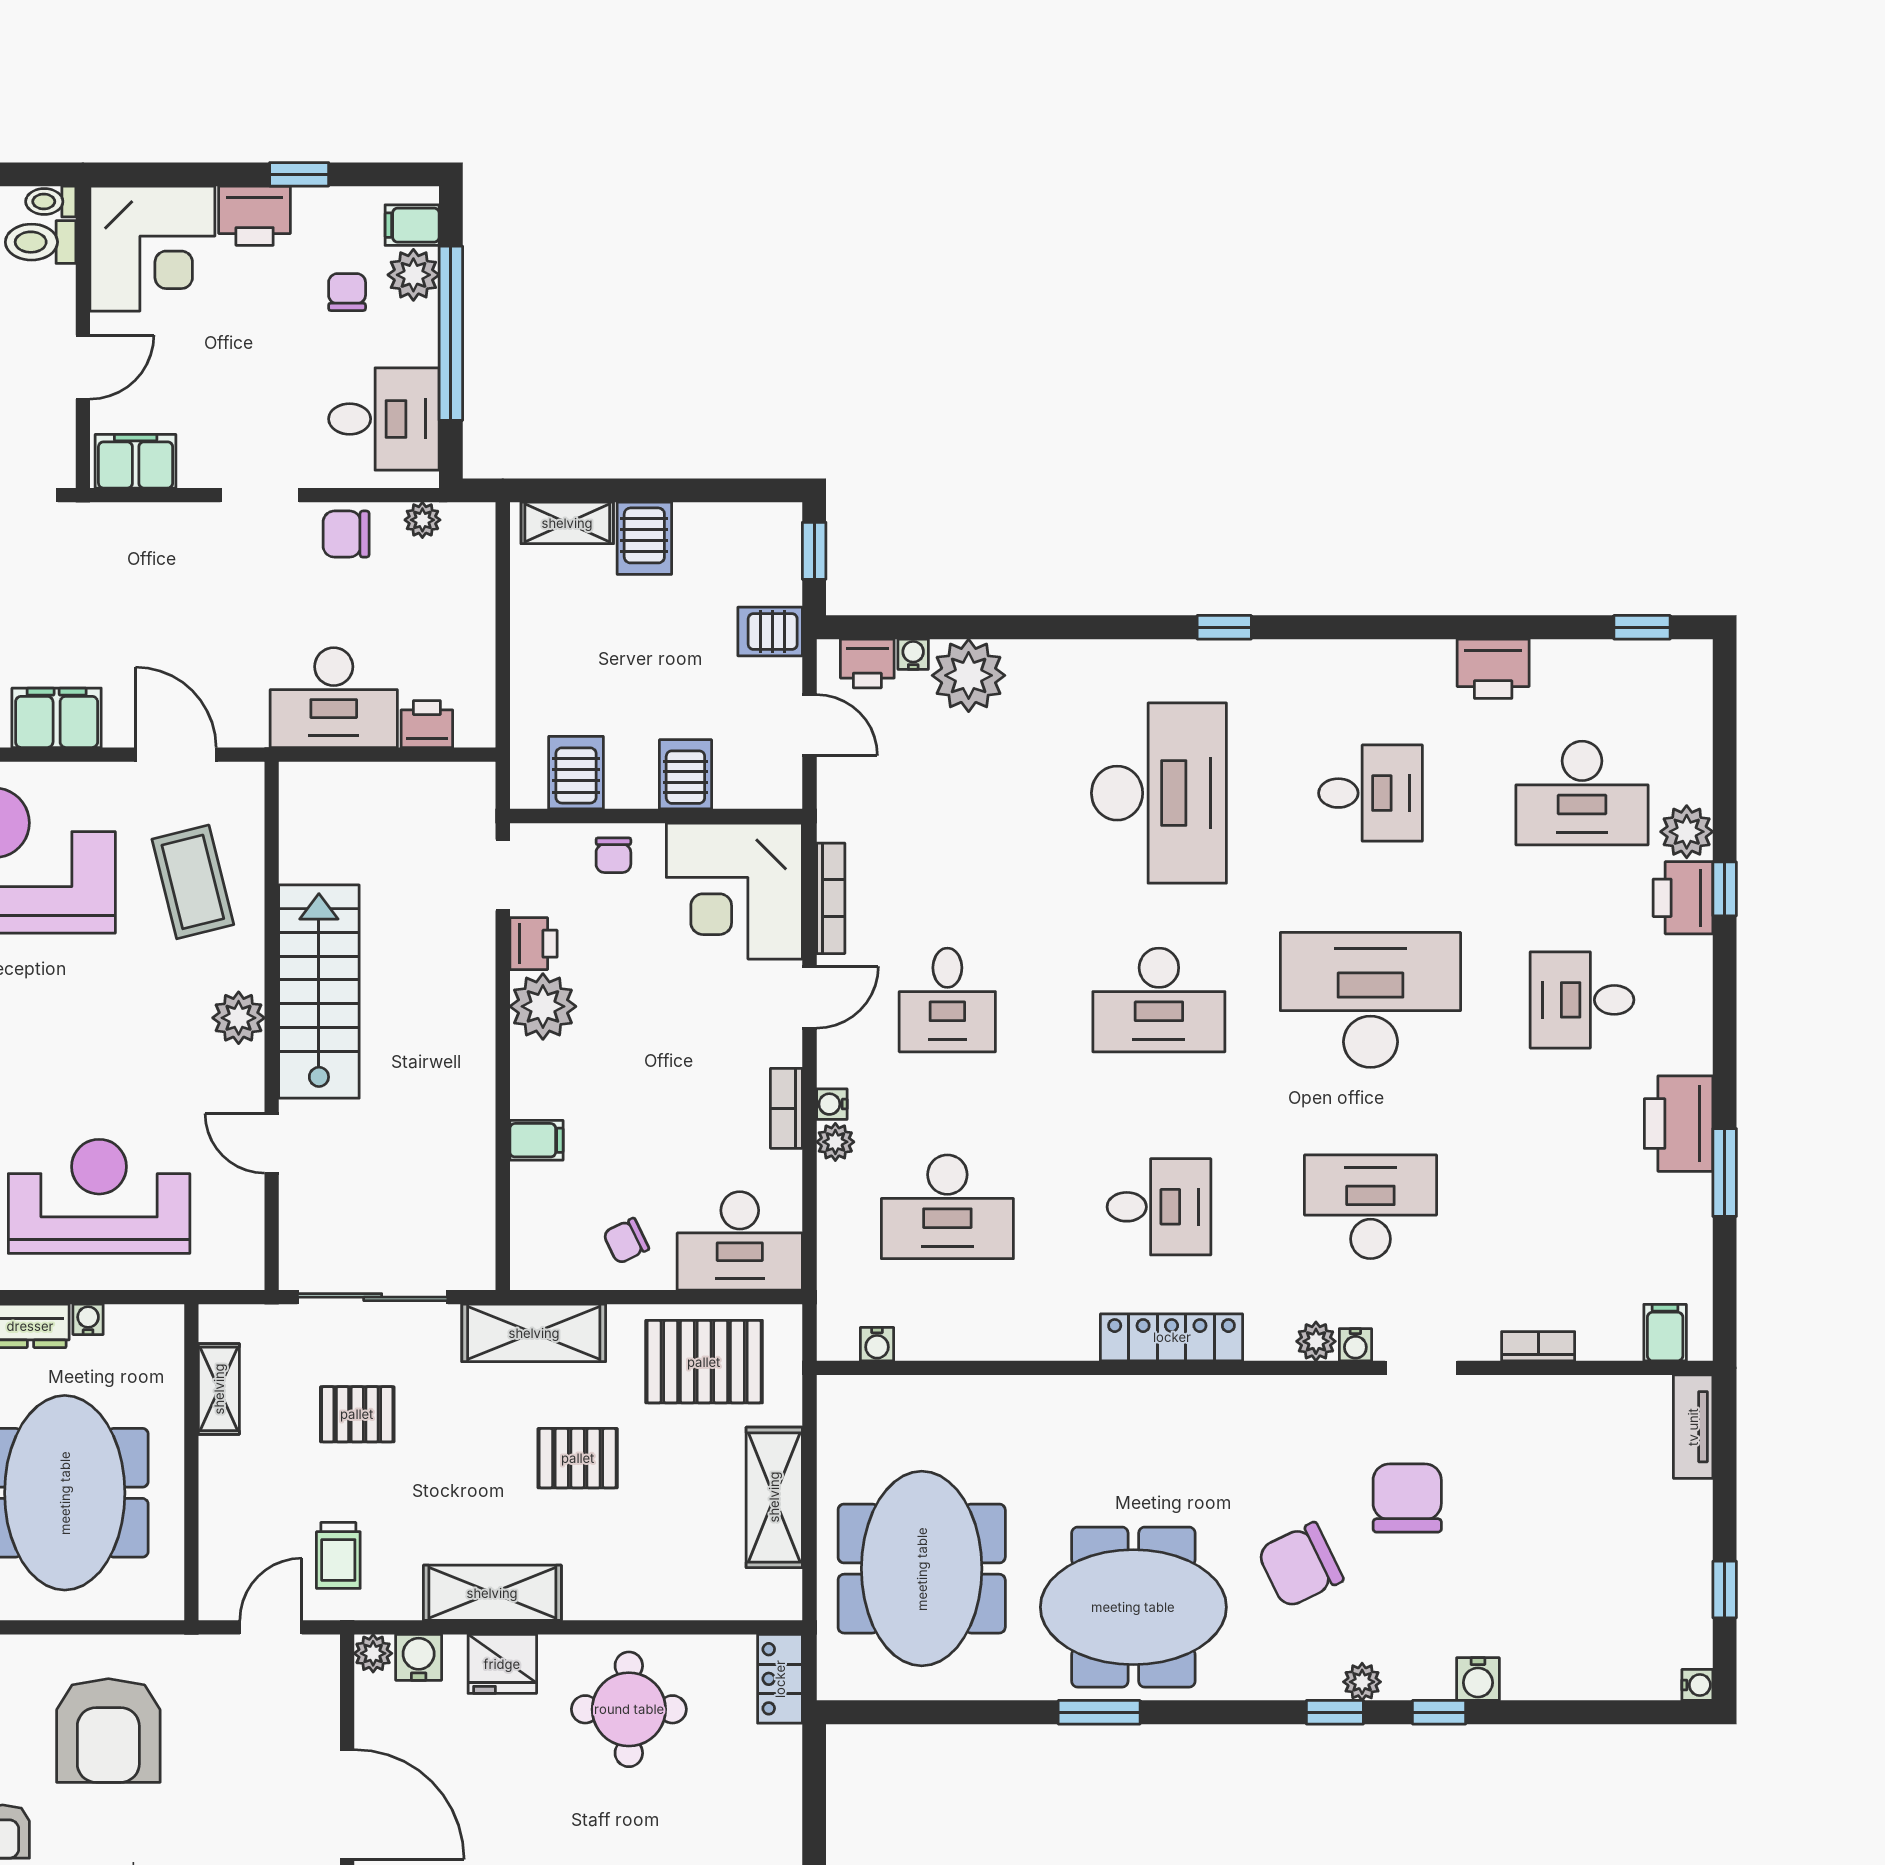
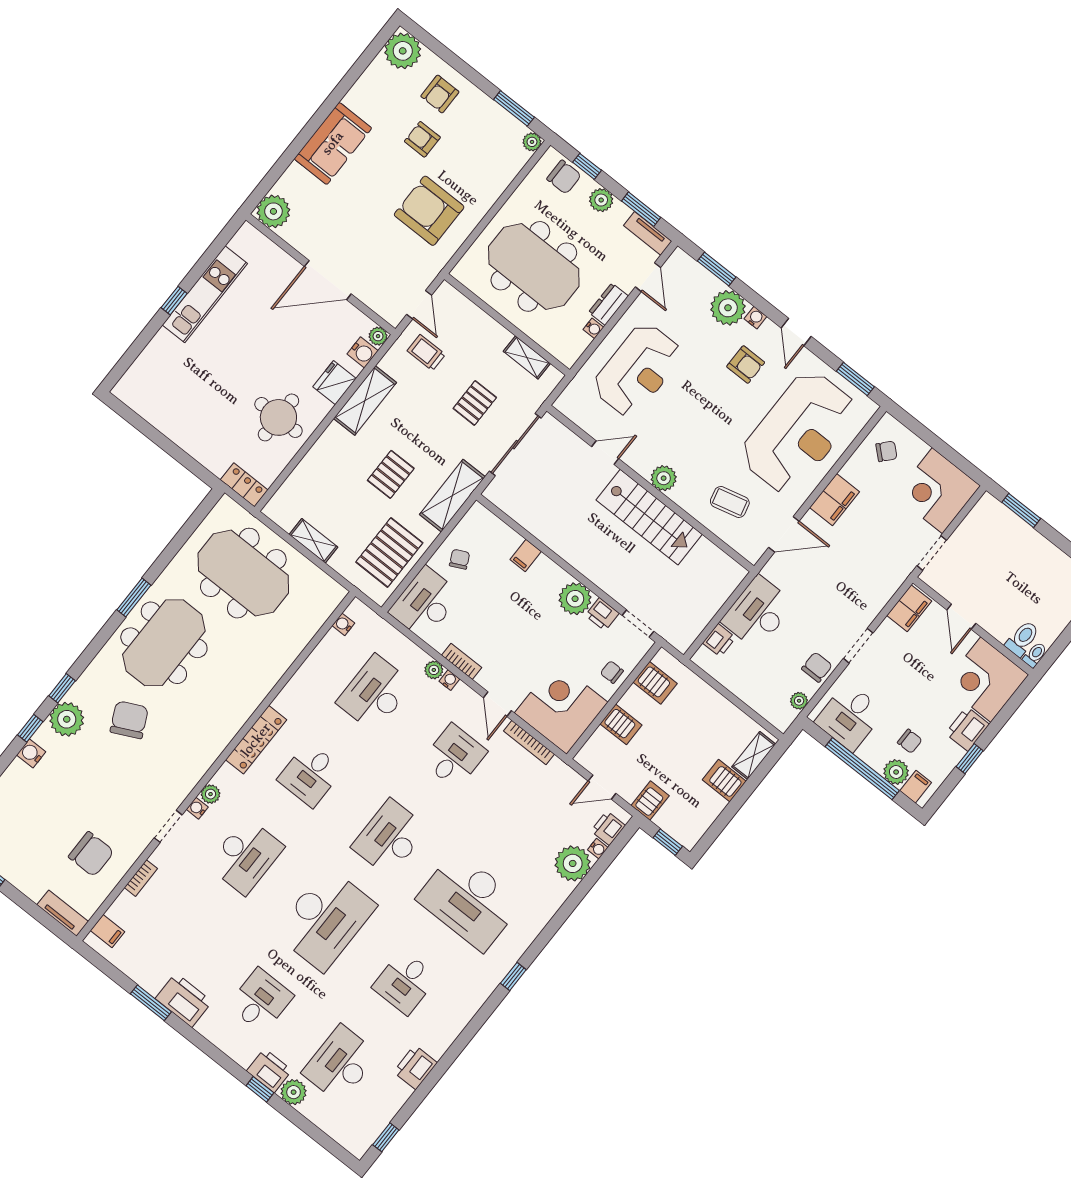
coffee table: (193, 882) -> (730, 502), width x0.73, depth x0.77
desk: (947, 1000) -> (454, 756), turned 90
shelving: (774, 1497) -> (314, 541), width x0.67, depth x0.75
chair: (1407, 1498) -> (91, 854), moved
plant: (1362, 1682) -> (67, 719), width x1.87, depth x1.87

